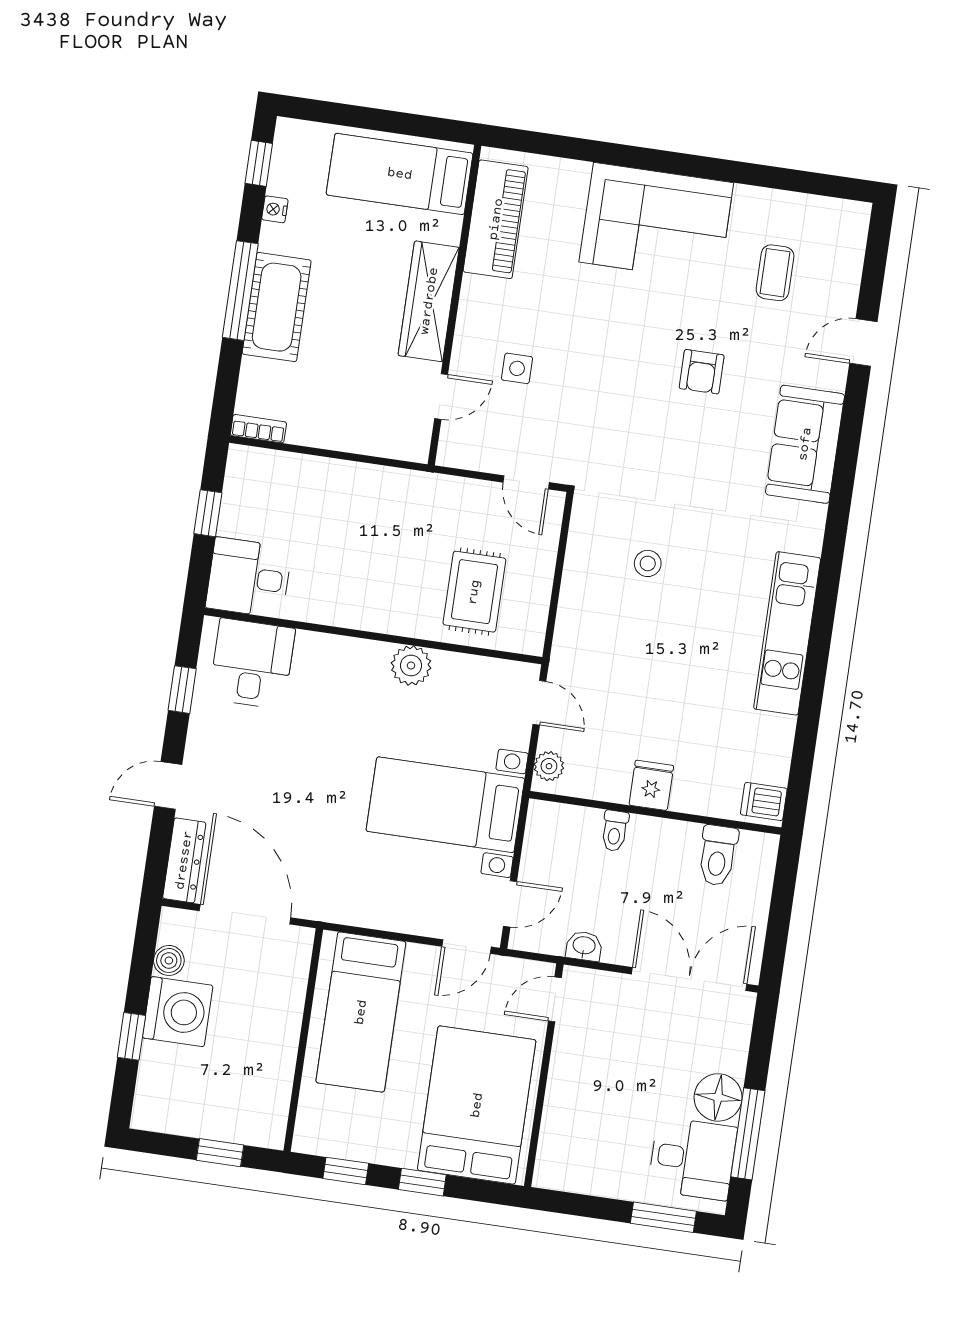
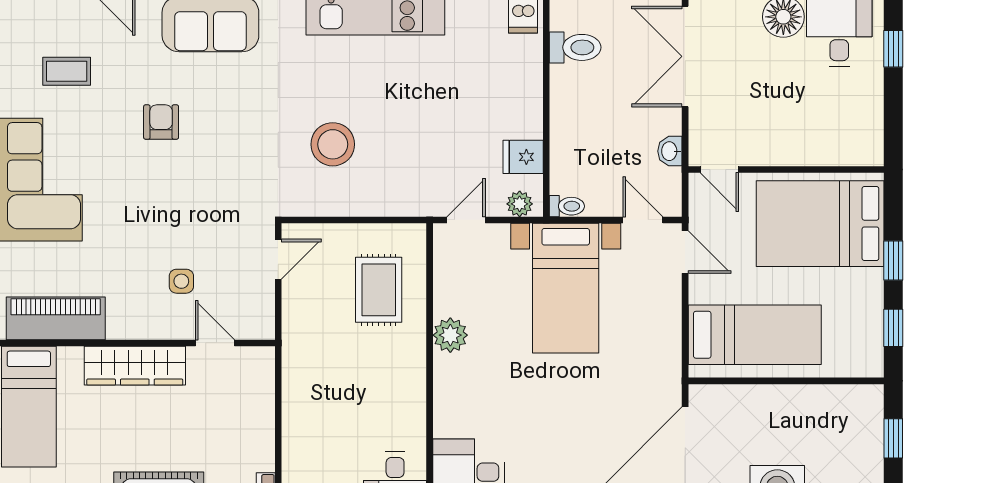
armchair: (702, 372) -> (161, 122), turned -90
stool: (648, 563) -> (333, 144), width x1.89, depth x1.89
rug: (474, 592) -> (379, 290), turned 90
fridge: (651, 785) -> (523, 157), moved
toilet: (615, 831) -> (567, 206), moved
window: (663, 1217) -> (893, 49), width x0.67

